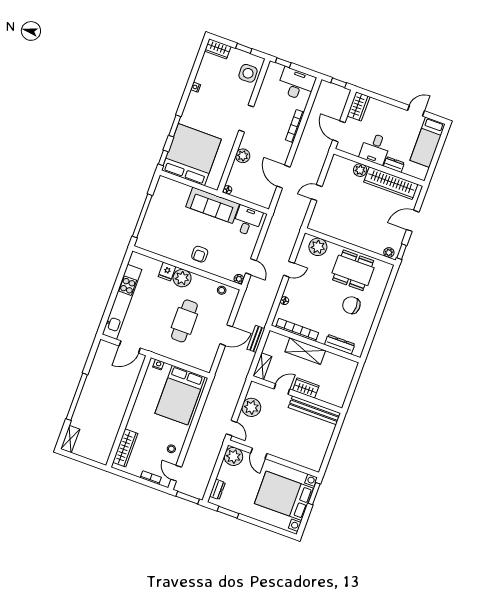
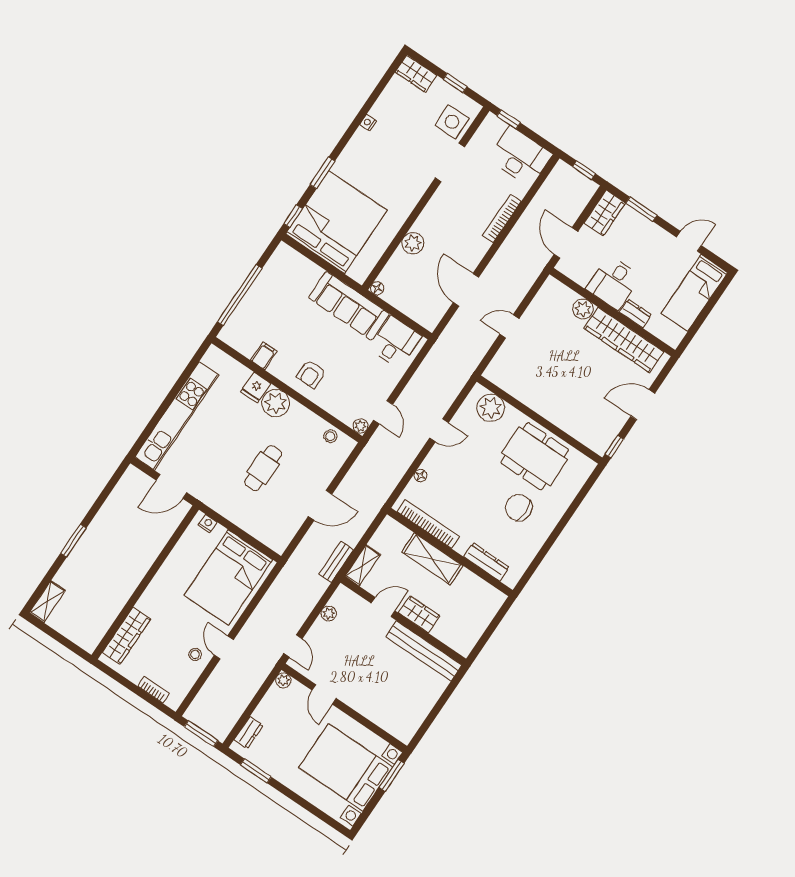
window: (381, 98) -> (641, 209), added
doorway: (246, 119) -> (450, 162), moved
filing cabinet: (167, 250) -> (264, 356), added
plant: (389, 253) -> (595, 443), removed
cafe table: (184, 321) -> (263, 468), width x0.73, depth x0.74
bench: (256, 339) -> (336, 562), moved
window: (77, 397) -> (73, 541), width x0.47
plant: (251, 407) -> (329, 613), width x0.53, depth x0.53
plant: (233, 456) -> (283, 680), width x0.53, depth x0.53
door: (176, 473) -> (224, 647), moved

